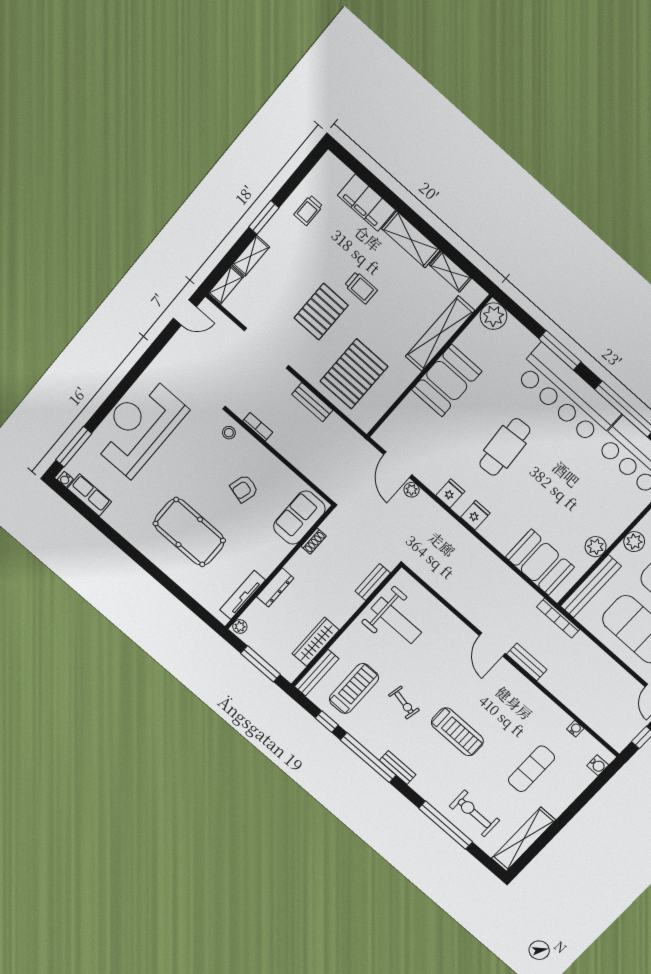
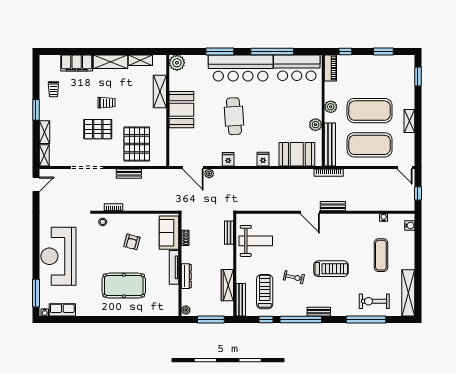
pallet: (321, 312) -> (98, 129), turned 90
shelving: (440, 334) -> (160, 91), width x0.68
fridge: (475, 515) -> (263, 159), moved
tv unit: (243, 595) -> (174, 267), moved

